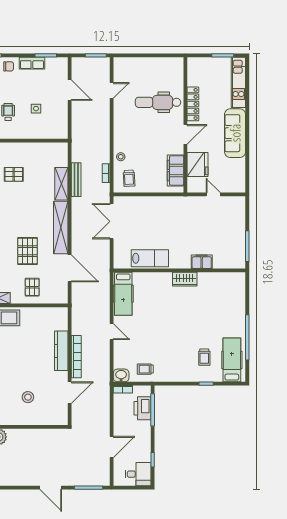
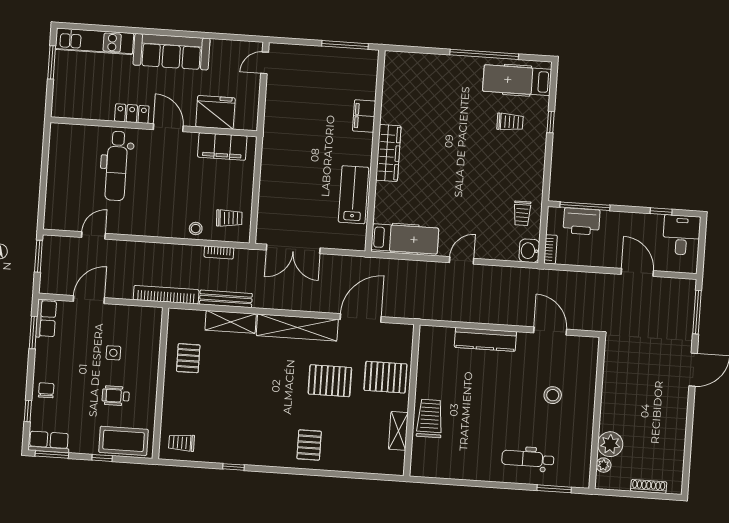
row of seats: (32, 63) -> (46, 319), moved
door: (112, 90) -> (93, 235), hinge flipped
locker: (193, 104) -> (132, 114), width x0.66
pallet: (14, 174) -> (188, 358), moved
door: (213, 194) -> (265, 63), moved
wardrobe: (185, 279) -> (388, 153), width x1.50
pallet: (32, 287) -> (385, 377), width x1.50, depth x1.42
bookcase: (76, 357) -> (166, 295), moved

